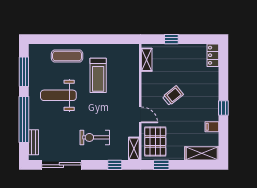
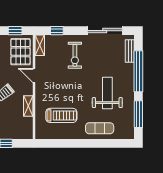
shelving: (147, 60) -> (28, 106), moved
treadmill: (98, 75) -> (61, 115), moved, turned 90
weight bench: (58, 95) -> (107, 93), turned -90
exercise bike: (95, 137) -> (75, 55), turned 90

